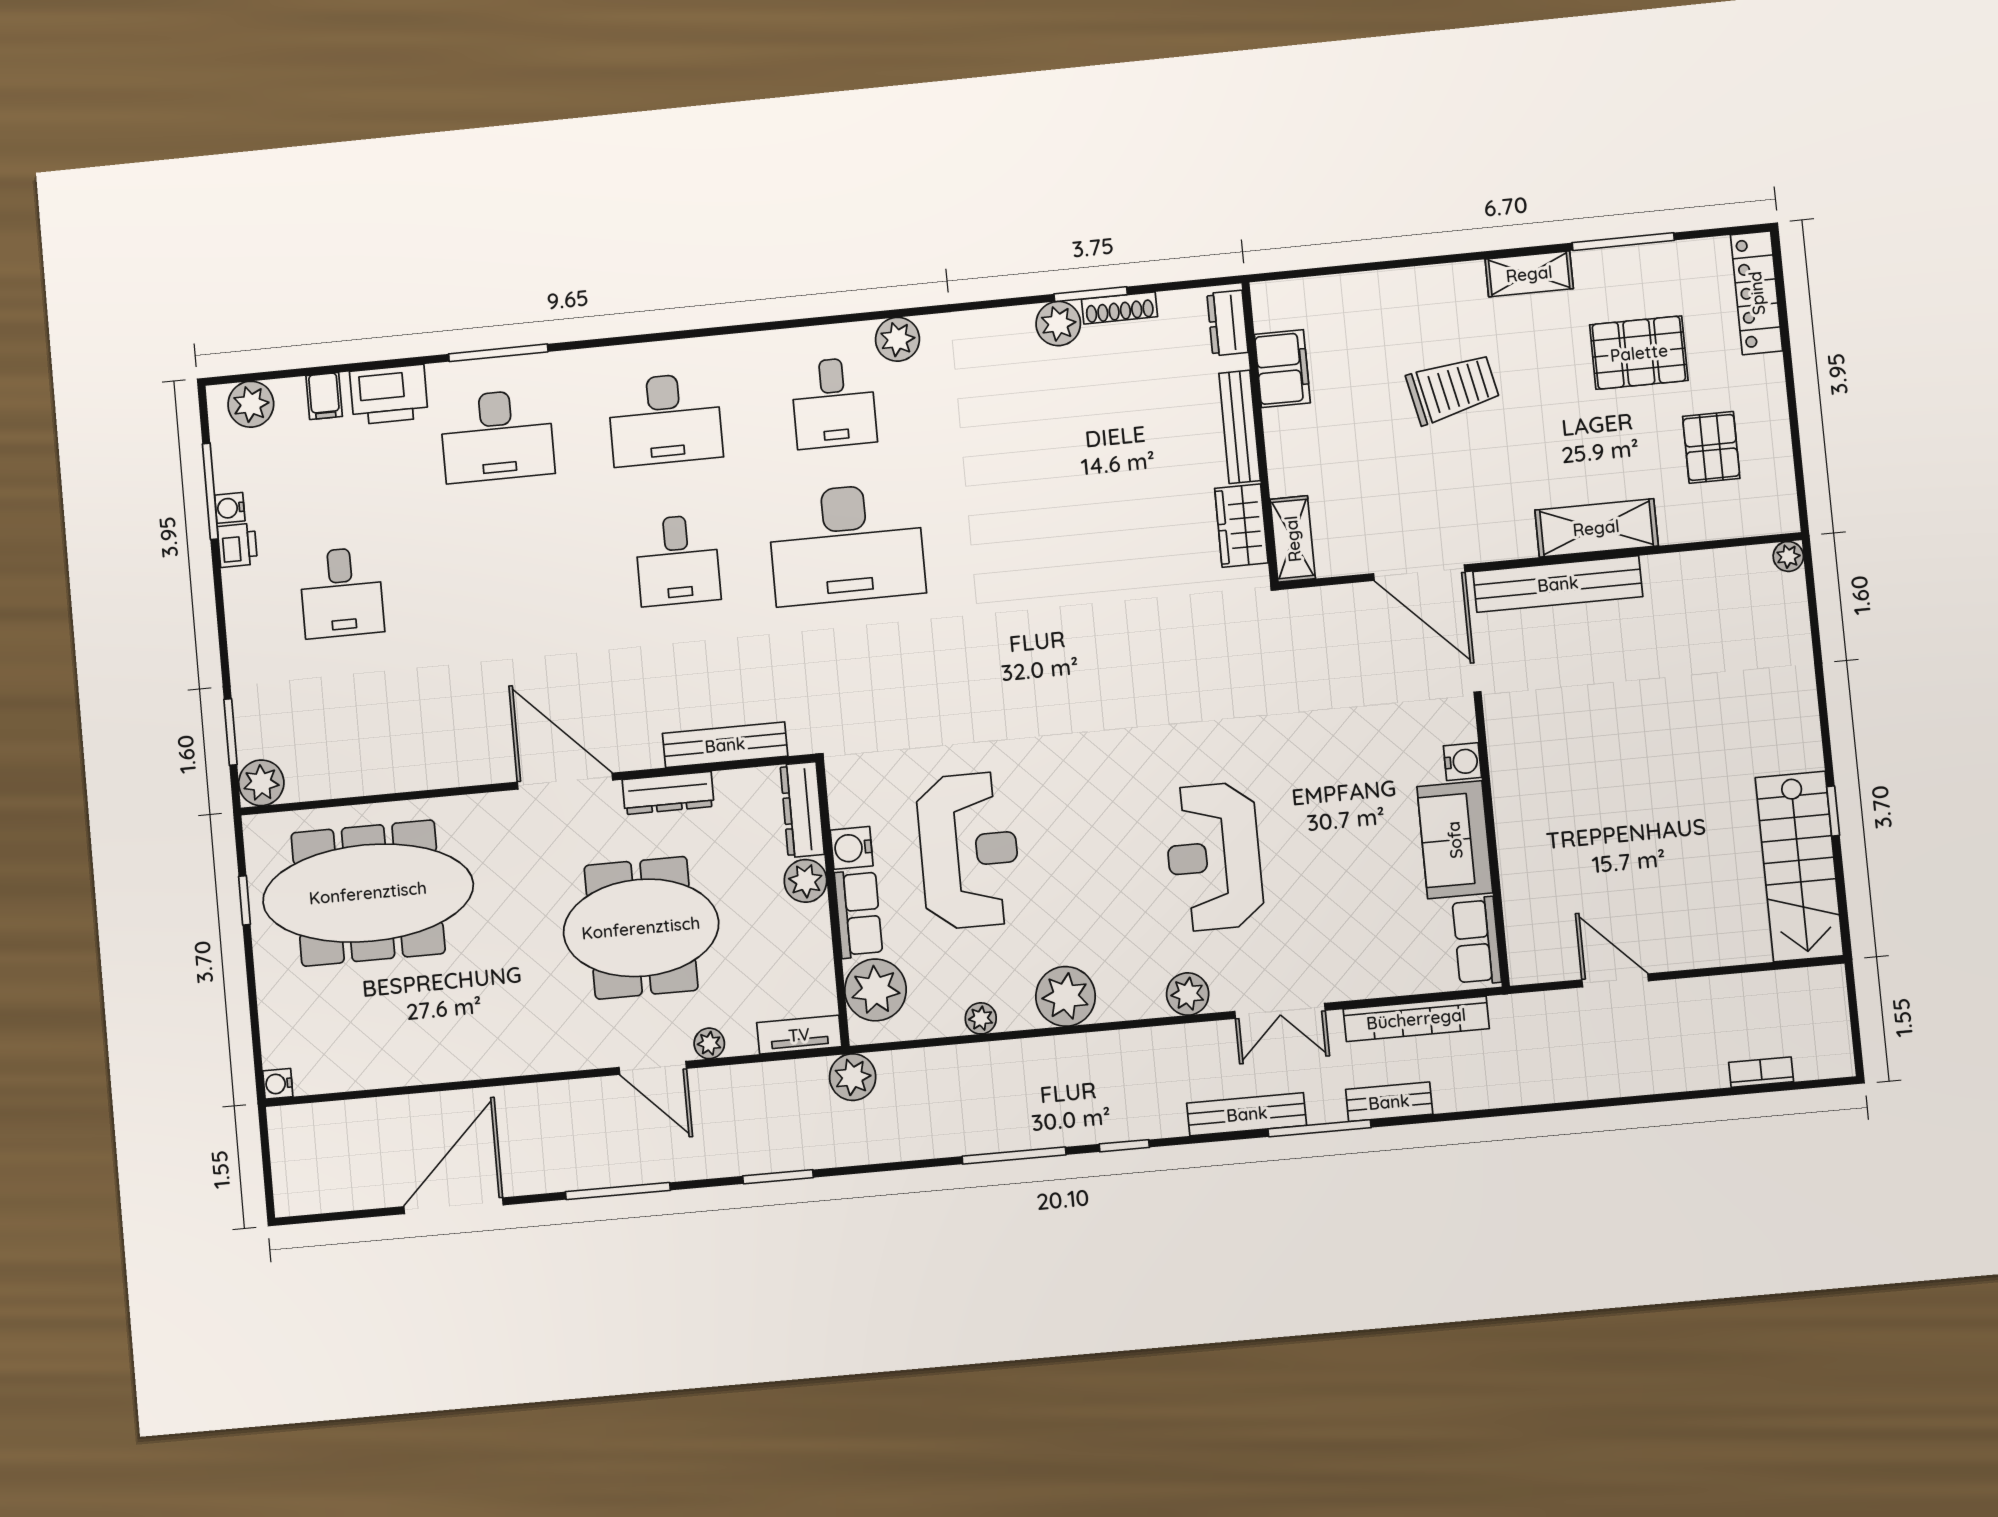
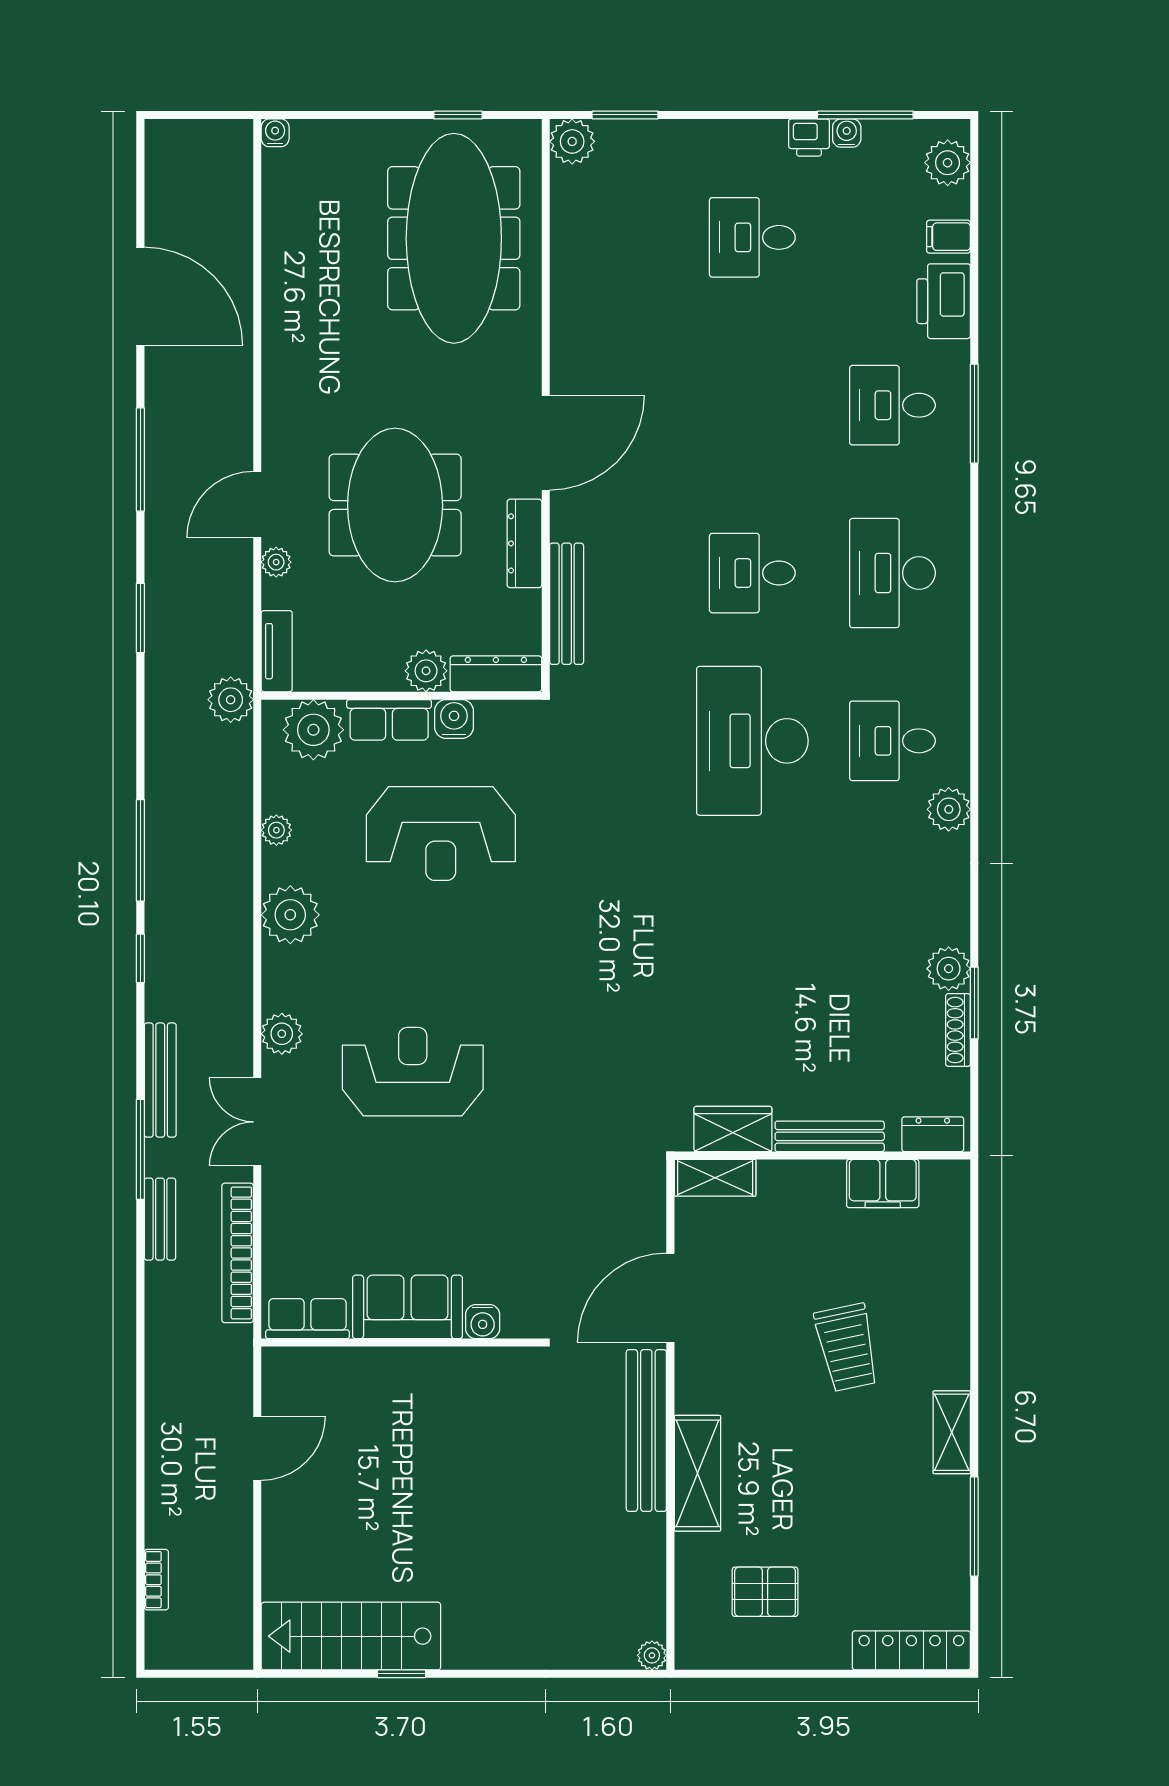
pallet: (1639, 353) -> (864, 1531), removed
desk: (497, 436) -> (892, 405), width x0.73

